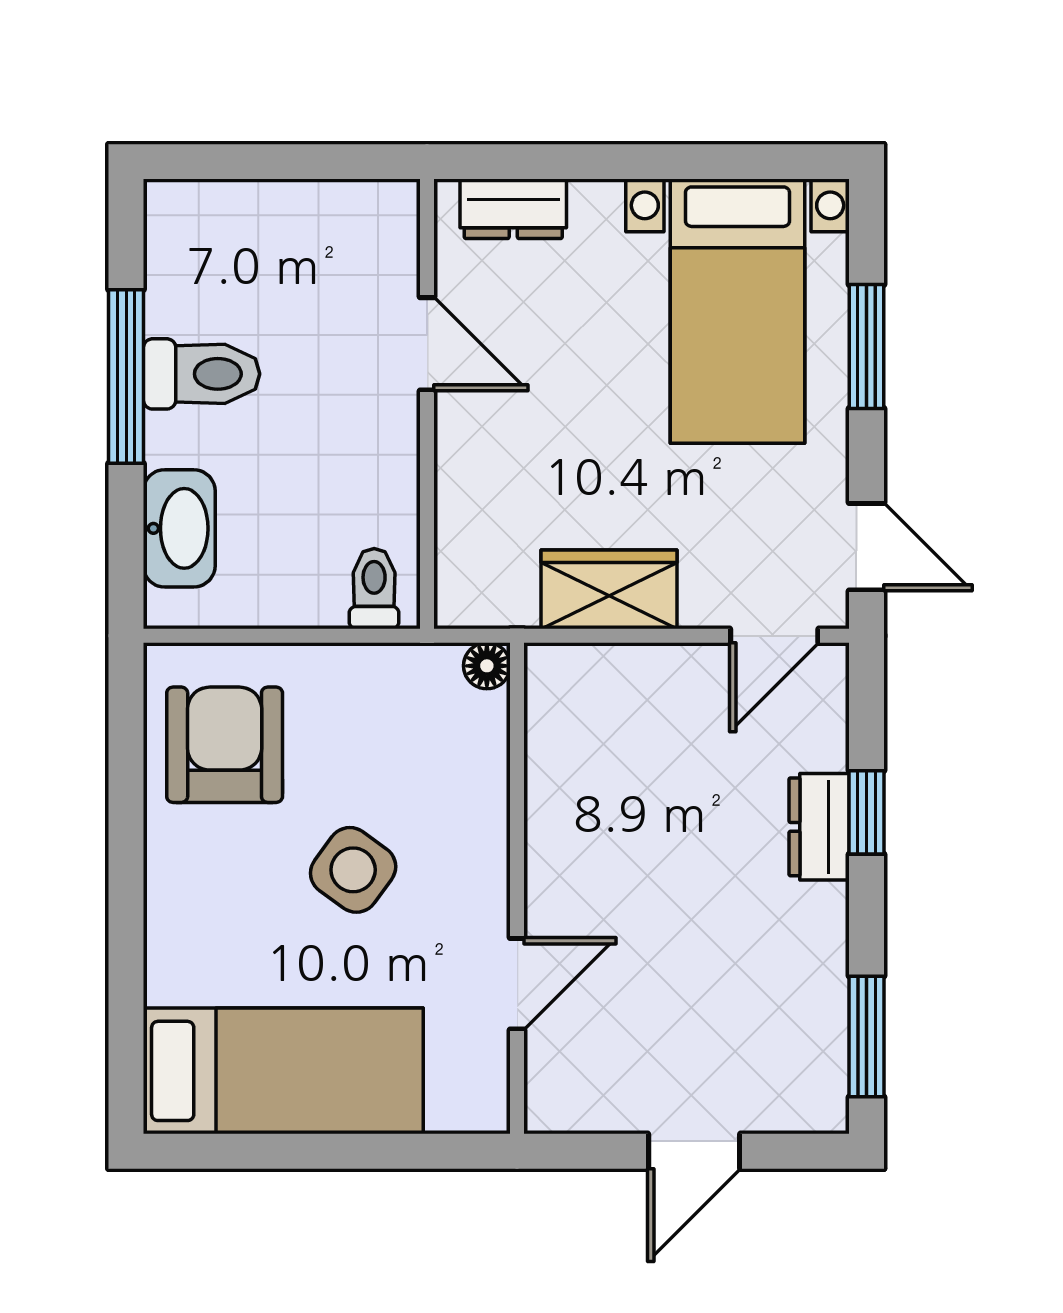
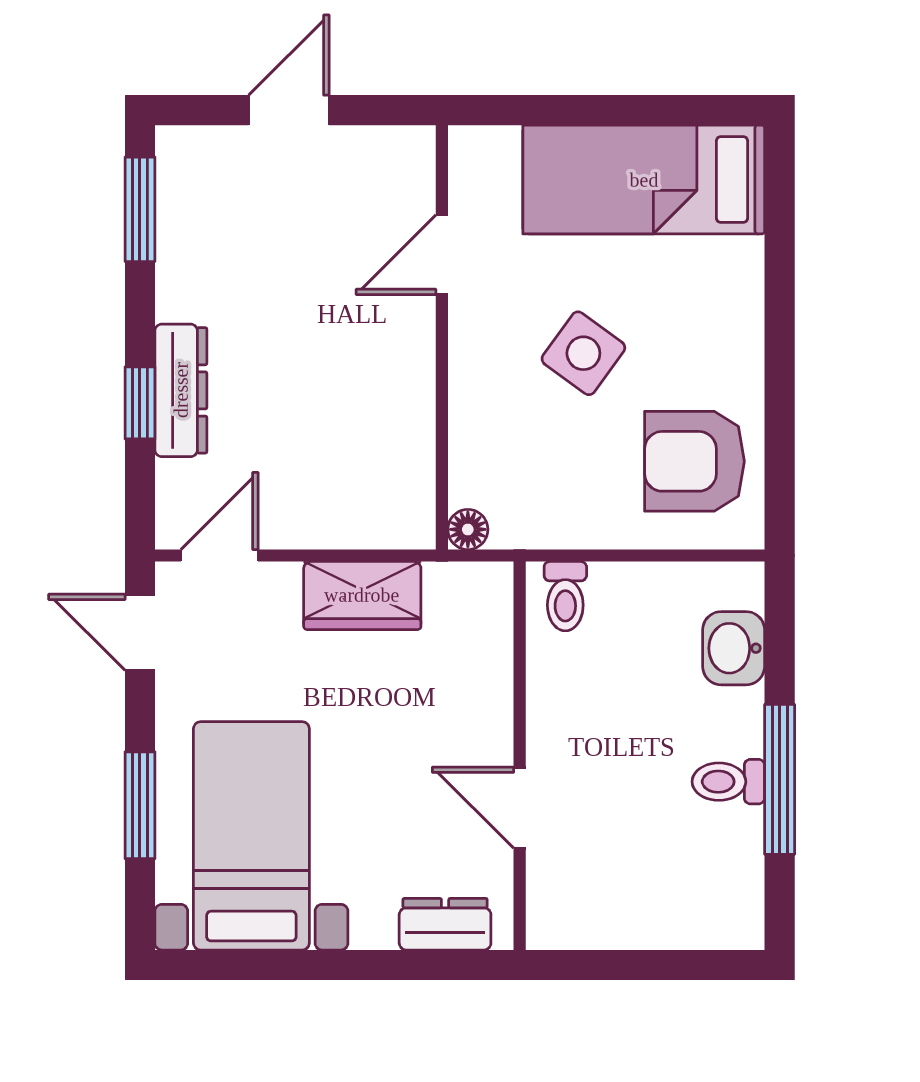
toilet: (201, 374) -> (728, 782), width x0.73, depth x0.72
washbasin: (179, 528) -> (734, 648), width x0.72
armchair: (225, 745) -> (694, 461), turned 90
dresser: (819, 827) -> (181, 390), width x1.44

